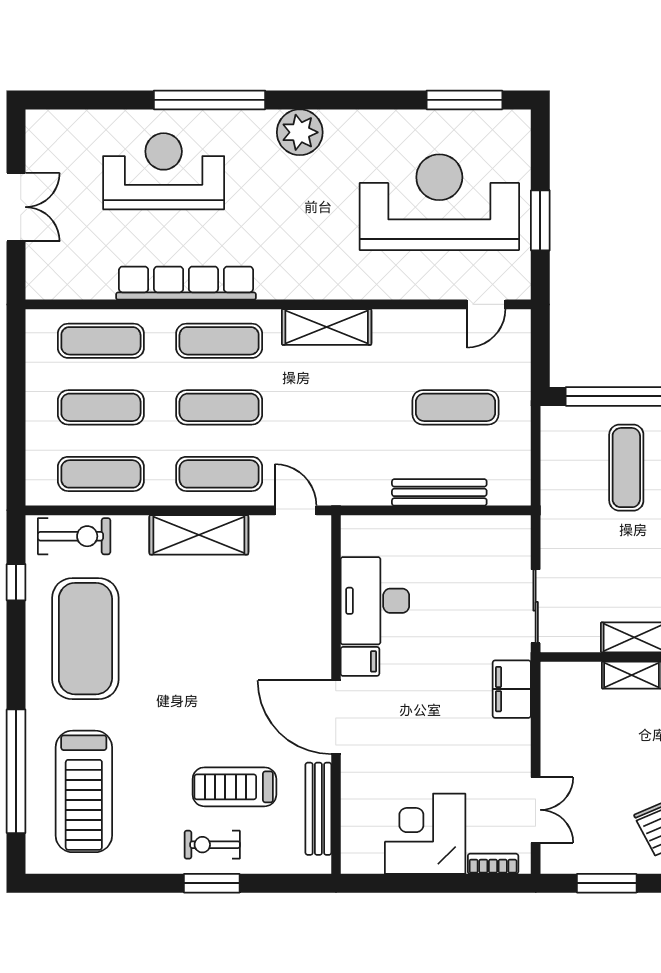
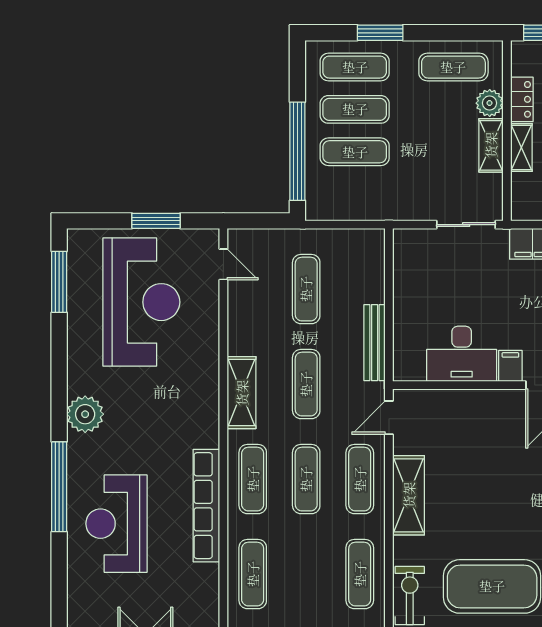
reception desk: (439, 202) -> (141, 302), turned 180
exercise mat: (101, 407) -> (306, 384), moved
bench: (439, 492) -> (375, 343), moved

